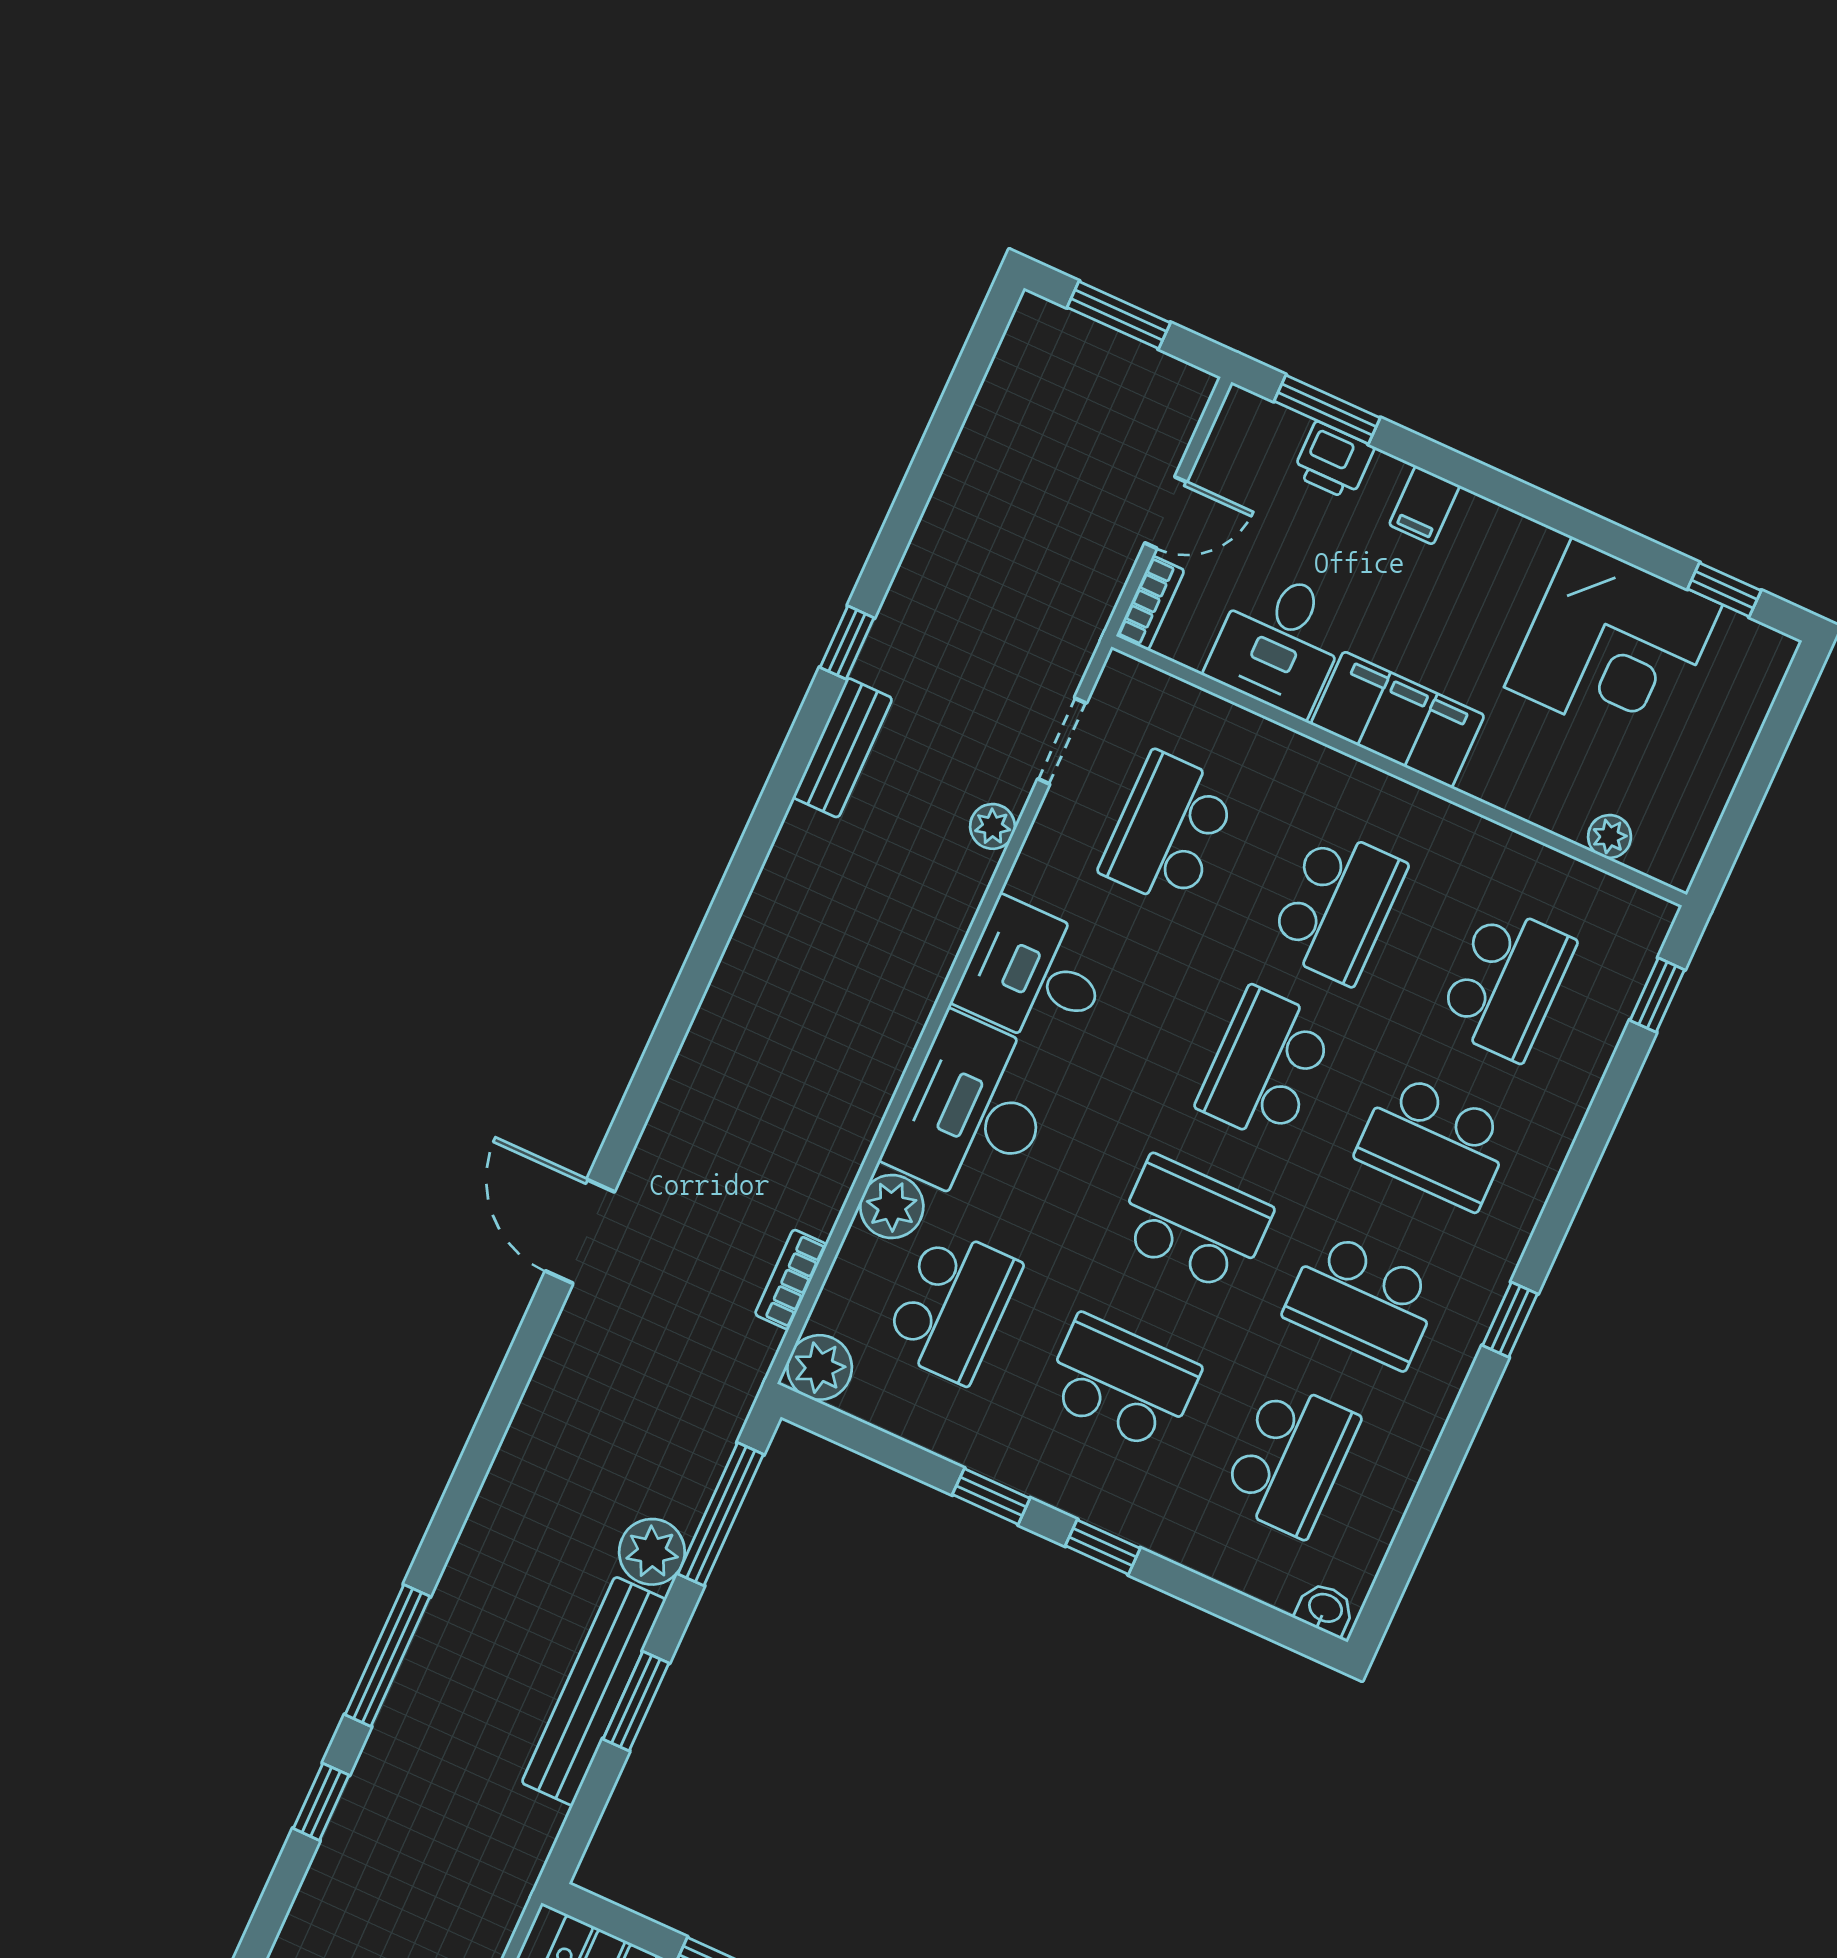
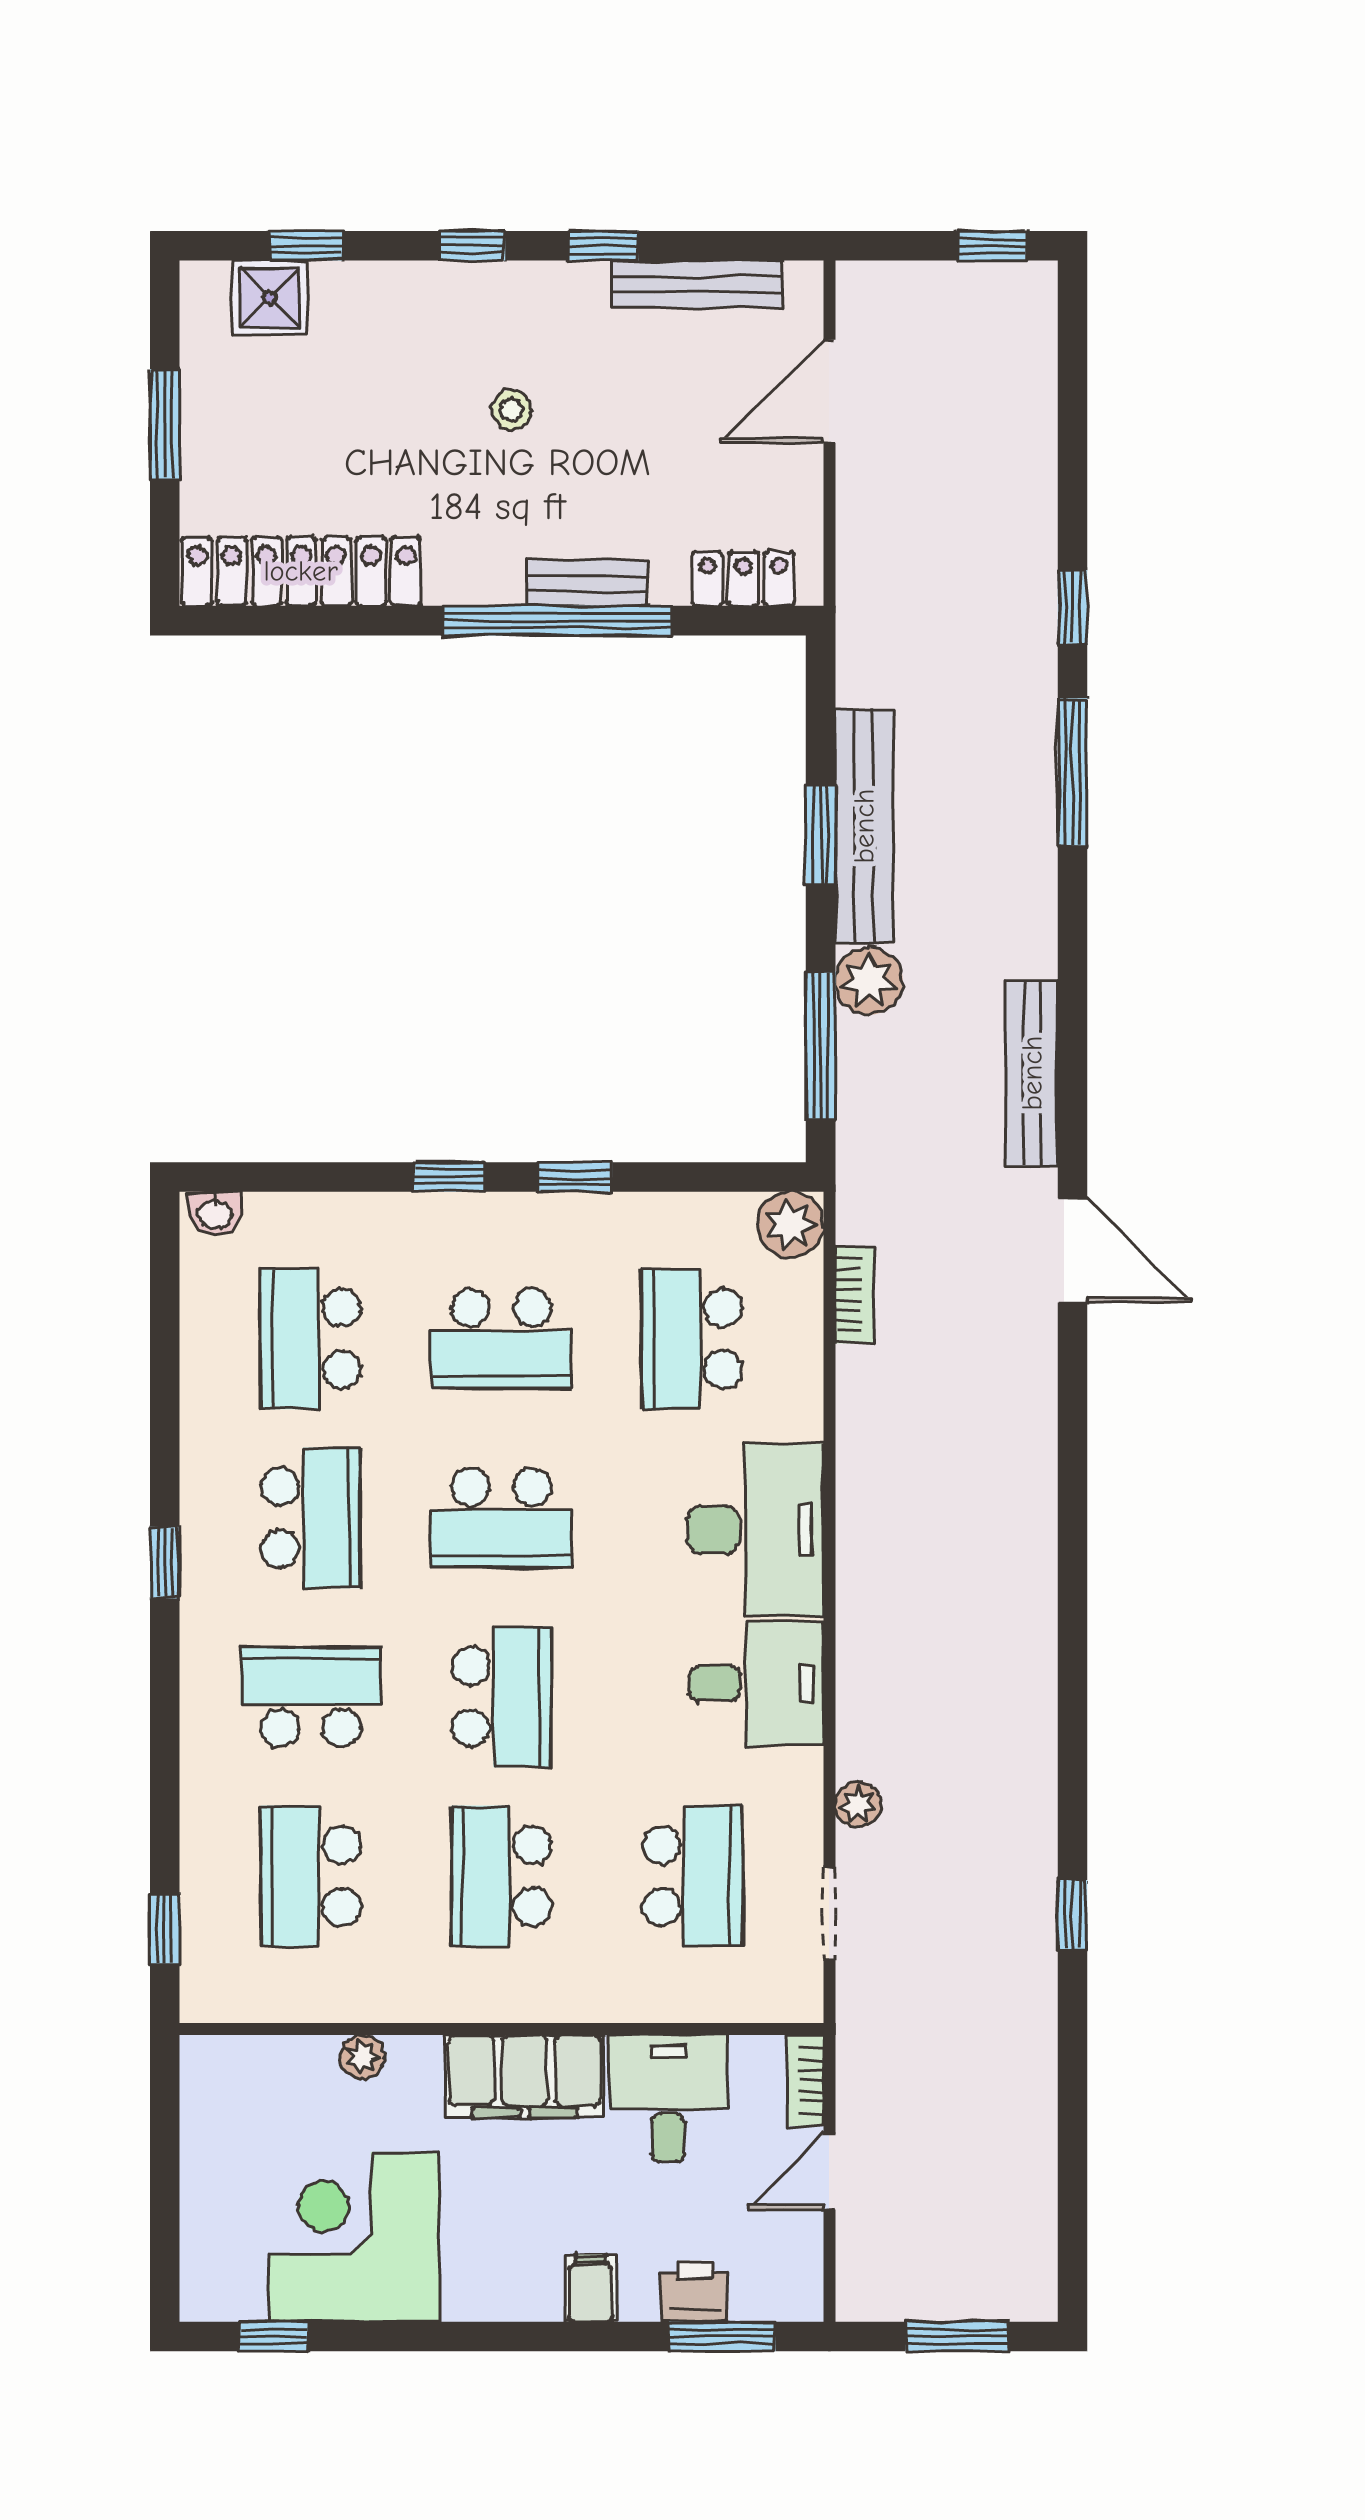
bench: (843, 748) -> (1032, 1073), moved, width x1.36
plant: (1610, 836) -> (362, 2057), moved
plant: (892, 1206) -> (791, 1406), removed
school desk: (1363, 1301) -> (311, 1518), turned 90

